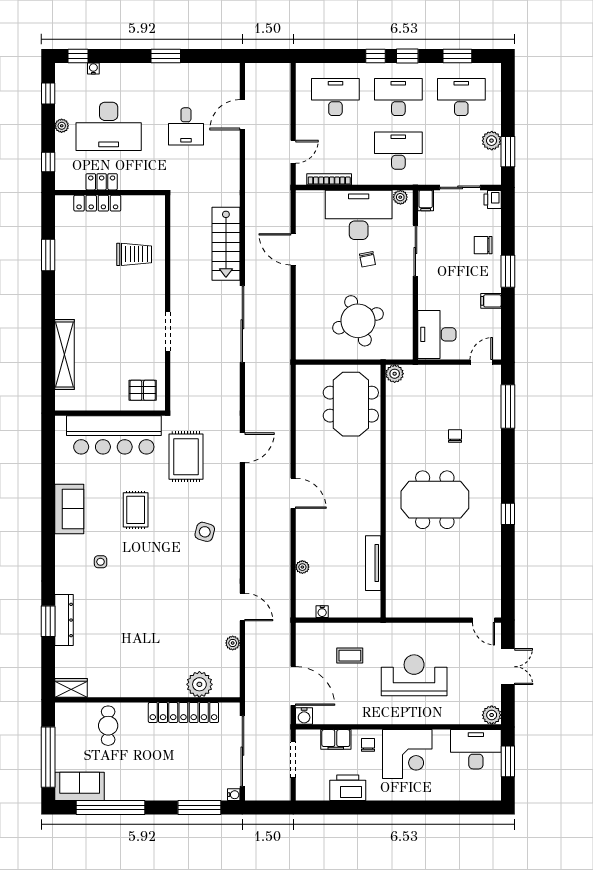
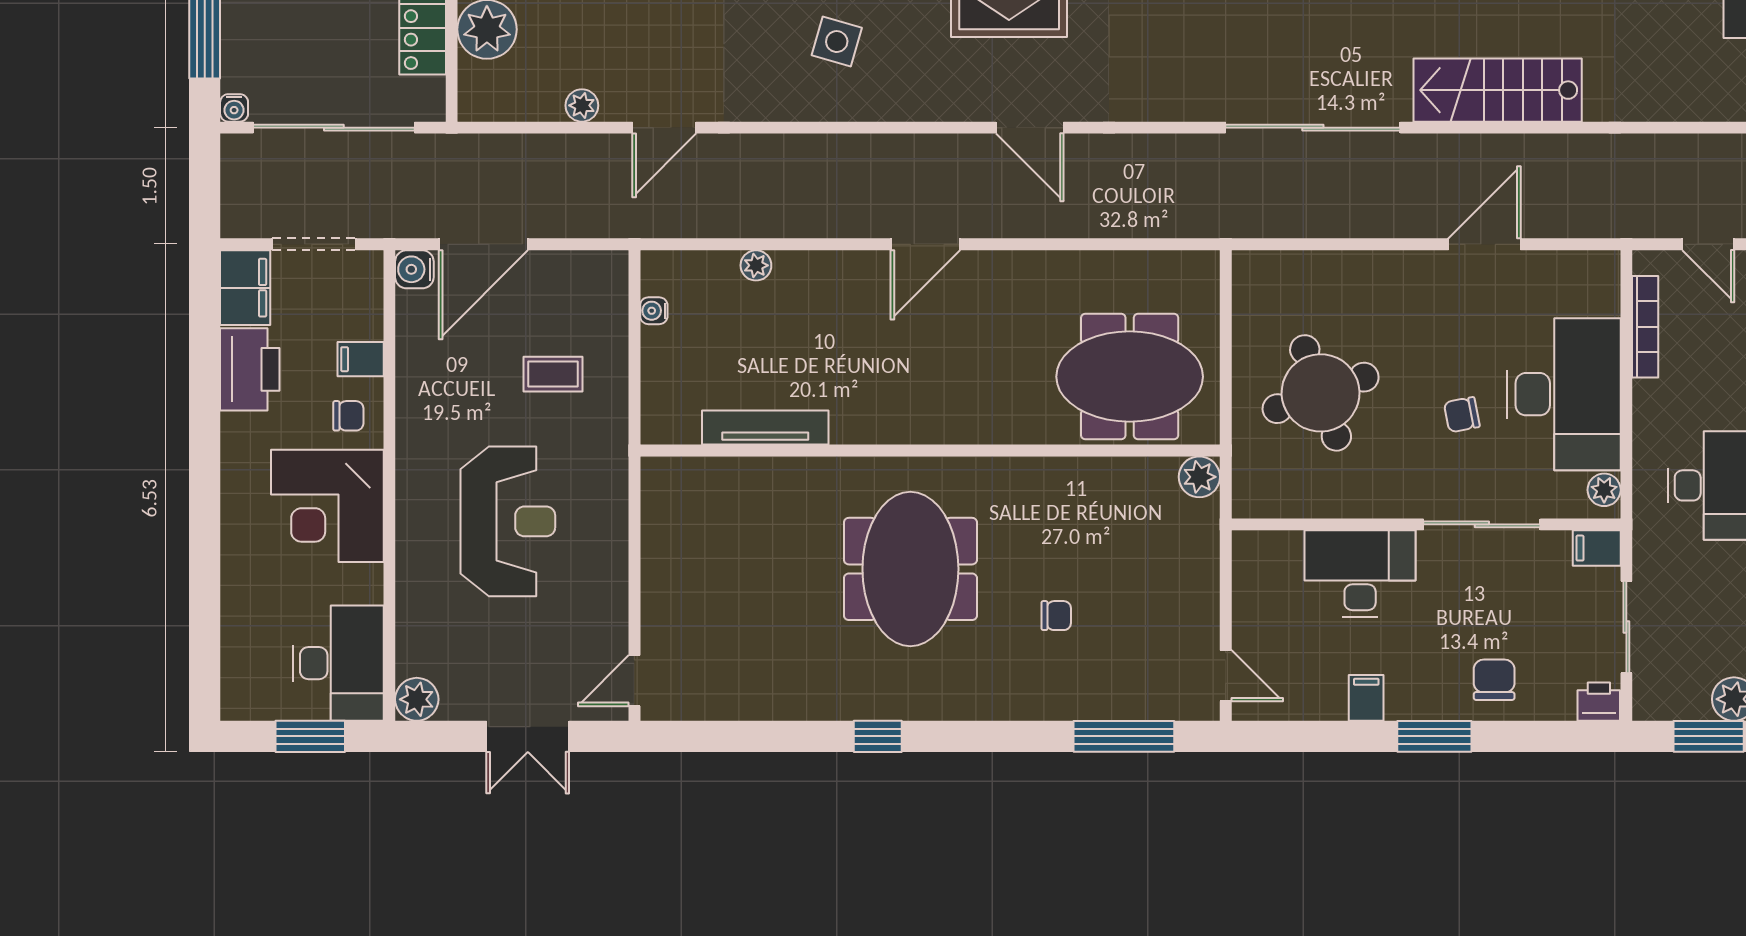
desk: (437, 334) -> (1360, 574), moved
coffee table: (350, 656) -> (553, 374), turned 90
filing cabinet: (336, 739) -> (361, 359), width x0.50
filing cabinet: (312, 790) -> (245, 288), added

